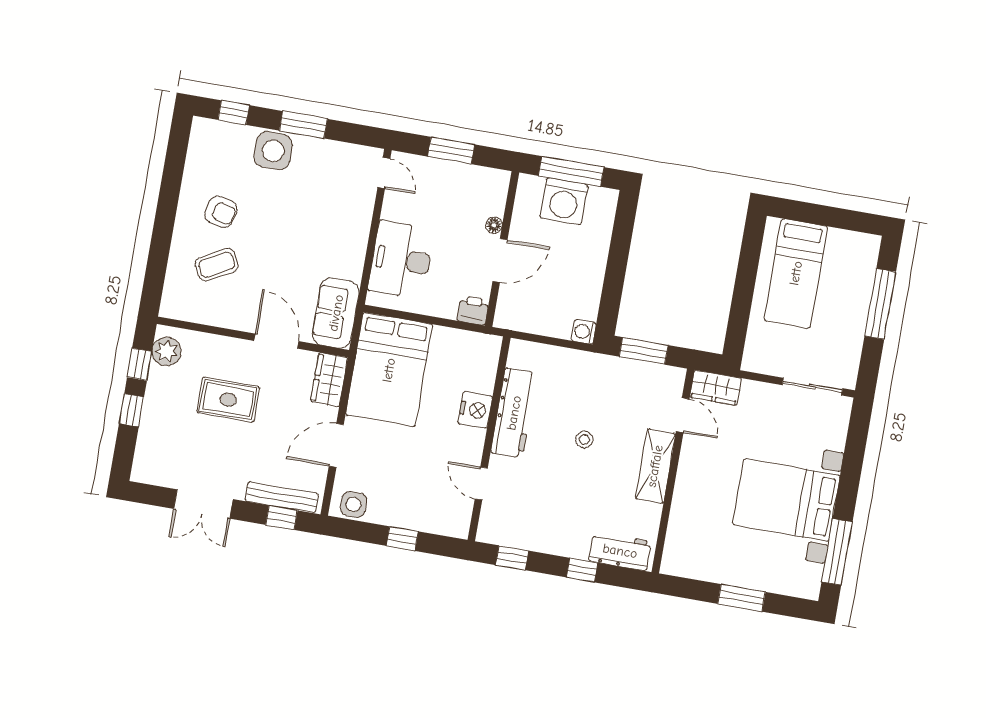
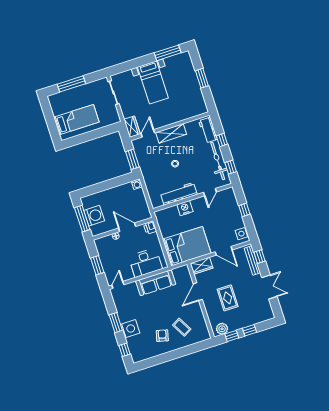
sofa: (336, 313) -> (156, 283), moved, width x1.36
bed with nightstands: (786, 500) -> (153, 82), width x0.73
bicycle: (541, 537) -> (218, 161), added

